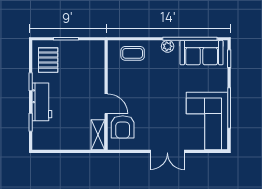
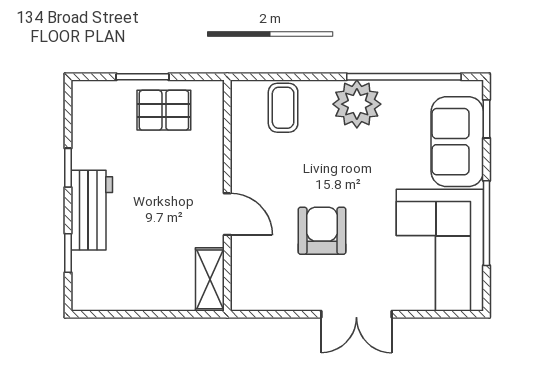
plant: (168, 46) -> (357, 104), width x1.87, depth x1.87
coffee table: (133, 53) -> (283, 108), turned 90
sofa: (202, 53) -> (457, 142), moved, turned 90
pallet: (48, 60) -> (164, 110), moved, turned 90
armchair: (123, 127) -> (322, 231), moved, turned 180

